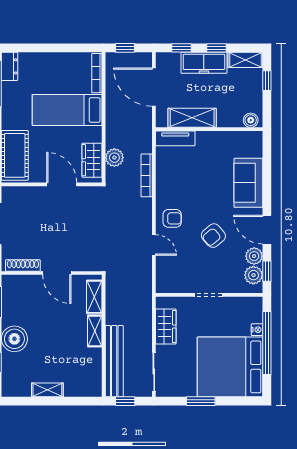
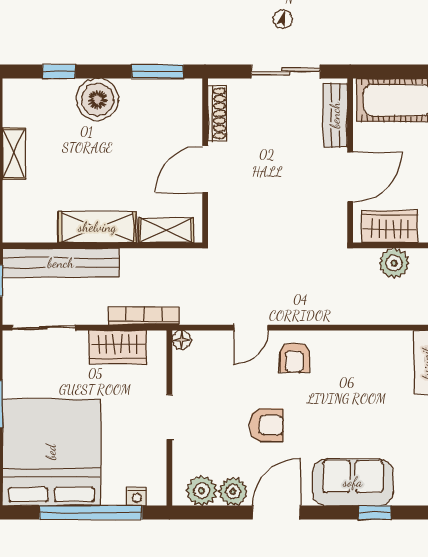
bookcase: (147, 175) -> (144, 316), moved
bench: (24, 193) -> (335, 115), added
armchair: (213, 236) -> (266, 425), turned 130
window: (267, 271) -> (375, 513), moved
floor lamp: (161, 287) -> (182, 340), added
nightstand: (257, 330) -> (137, 496), moved
shelving: (95, 331) -> (97, 227), width x1.50, depth x1.33

